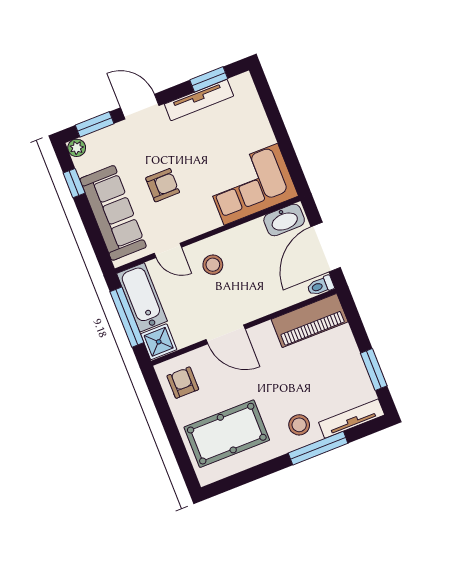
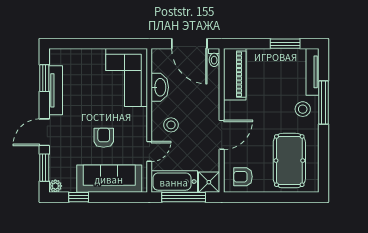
washbasin: (284, 220) -> (160, 87), moved

